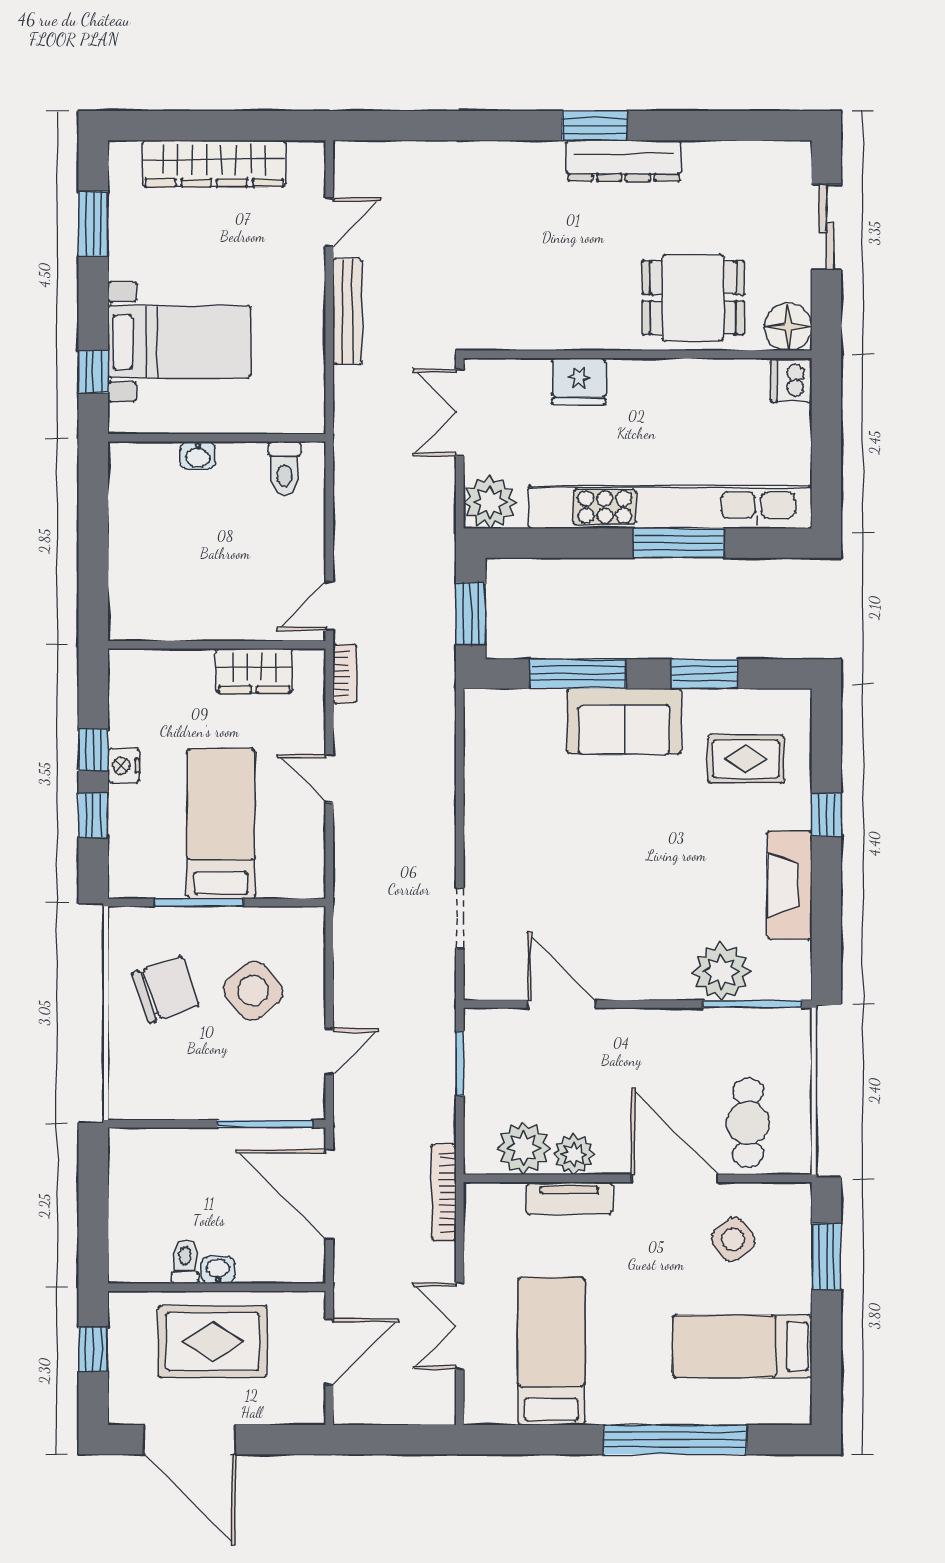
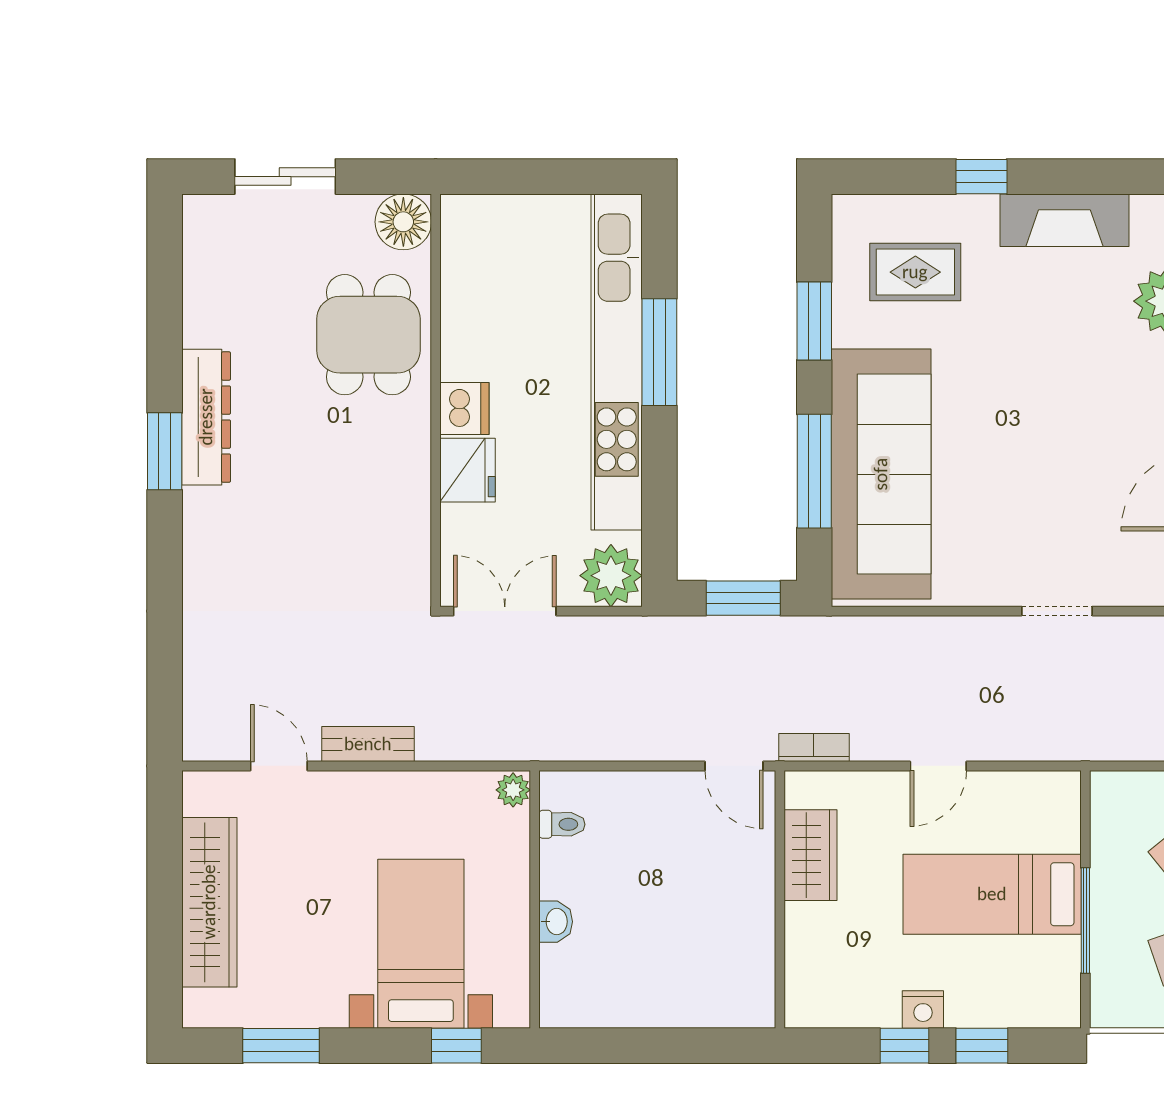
bench: (348, 311) -> (368, 744), width x0.73
dishwasher: (791, 380) -> (464, 408), moved, turned -90
double door: (460, 413) -> (505, 611), swing flipped
plant: (309, 420) -> (513, 790), added
toilet: (284, 468) -> (562, 824), width x0.73, depth x0.72
sofa: (624, 721) -> (881, 474), width x1.85, depth x1.27
rug: (746, 759) -> (915, 272), turned 90
doorway: (460, 918) -> (1057, 611), moved

